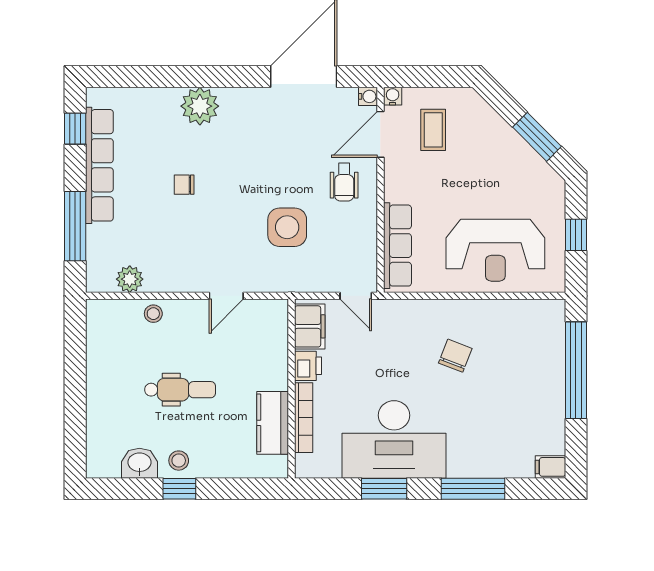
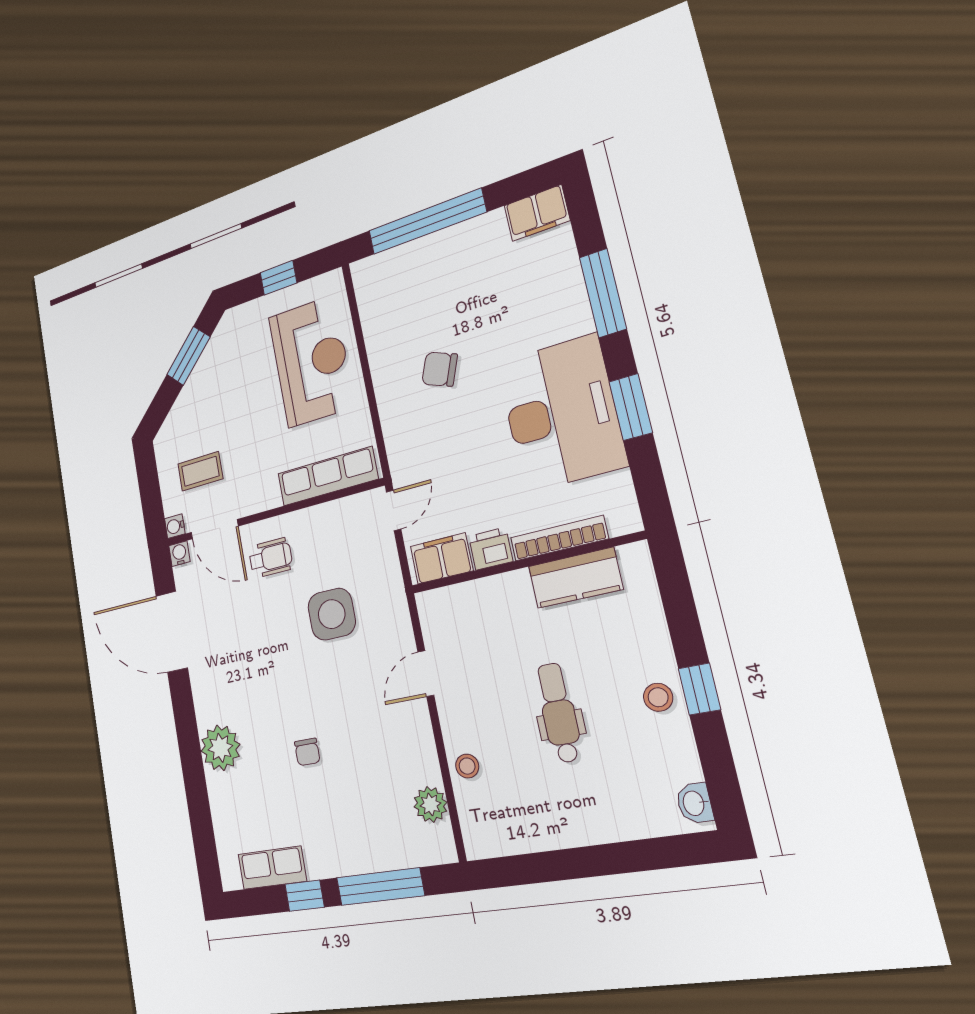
window: (75, 129) -> (305, 896), moved
row of seats: (99, 165) -> (272, 868), width x0.50
door: (226, 296) -> (426, 674), swing flipped
washbasin: (139, 463) -> (694, 803), moved, width x0.72, depth x0.69
filing cabinet: (550, 467) -> (537, 213), width x2.00

